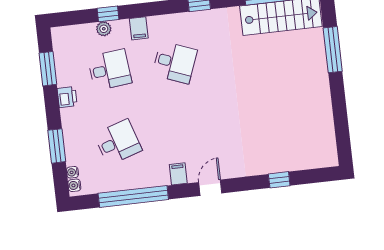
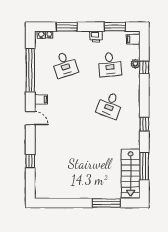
filing cabinet: (139, 28) -> (133, 39), moved

